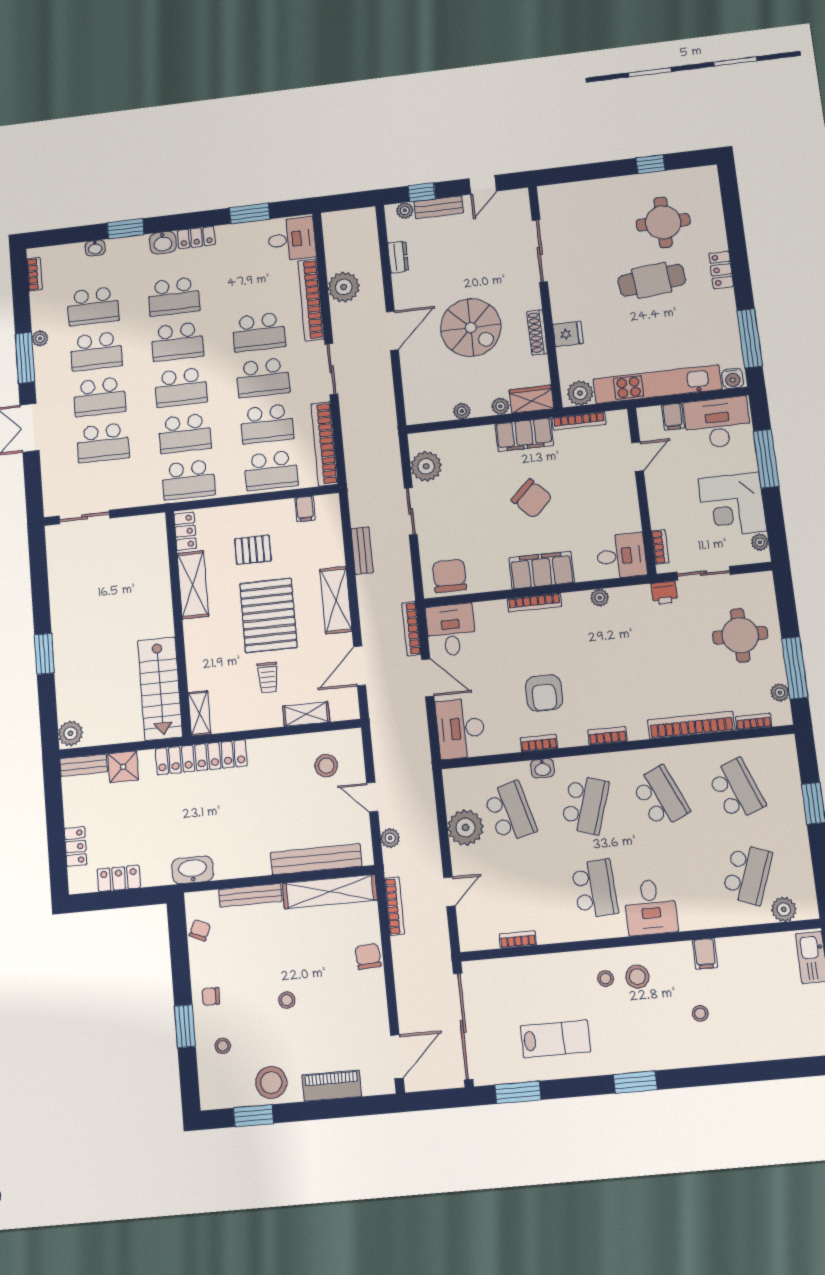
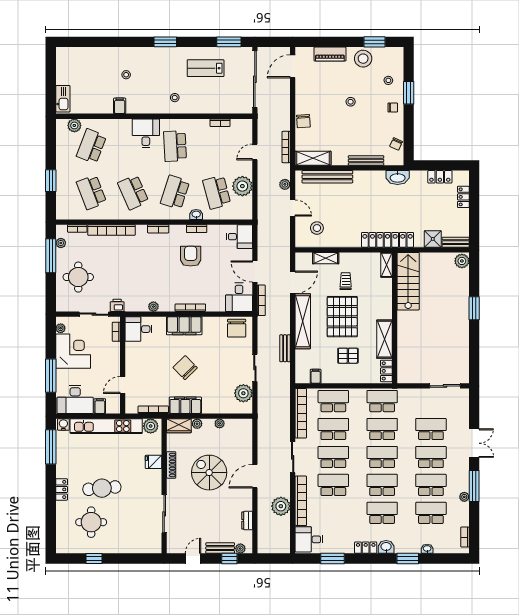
shelving: (336, 600) -> (303, 321), width x1.47
desk: (460, 729) -> (239, 237), width x0.73
shelving: (330, 892) -> (313, 158), width x0.68
stool: (637, 977) -> (157, 97), removed

